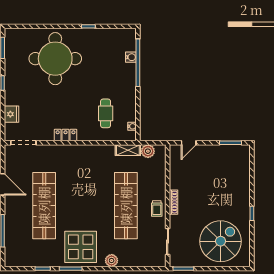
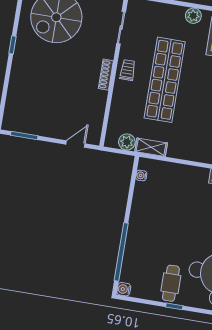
water cooler: (131, 57) -> (124, 289), moved
cafe table: (106, 113) -> (171, 283), moved

